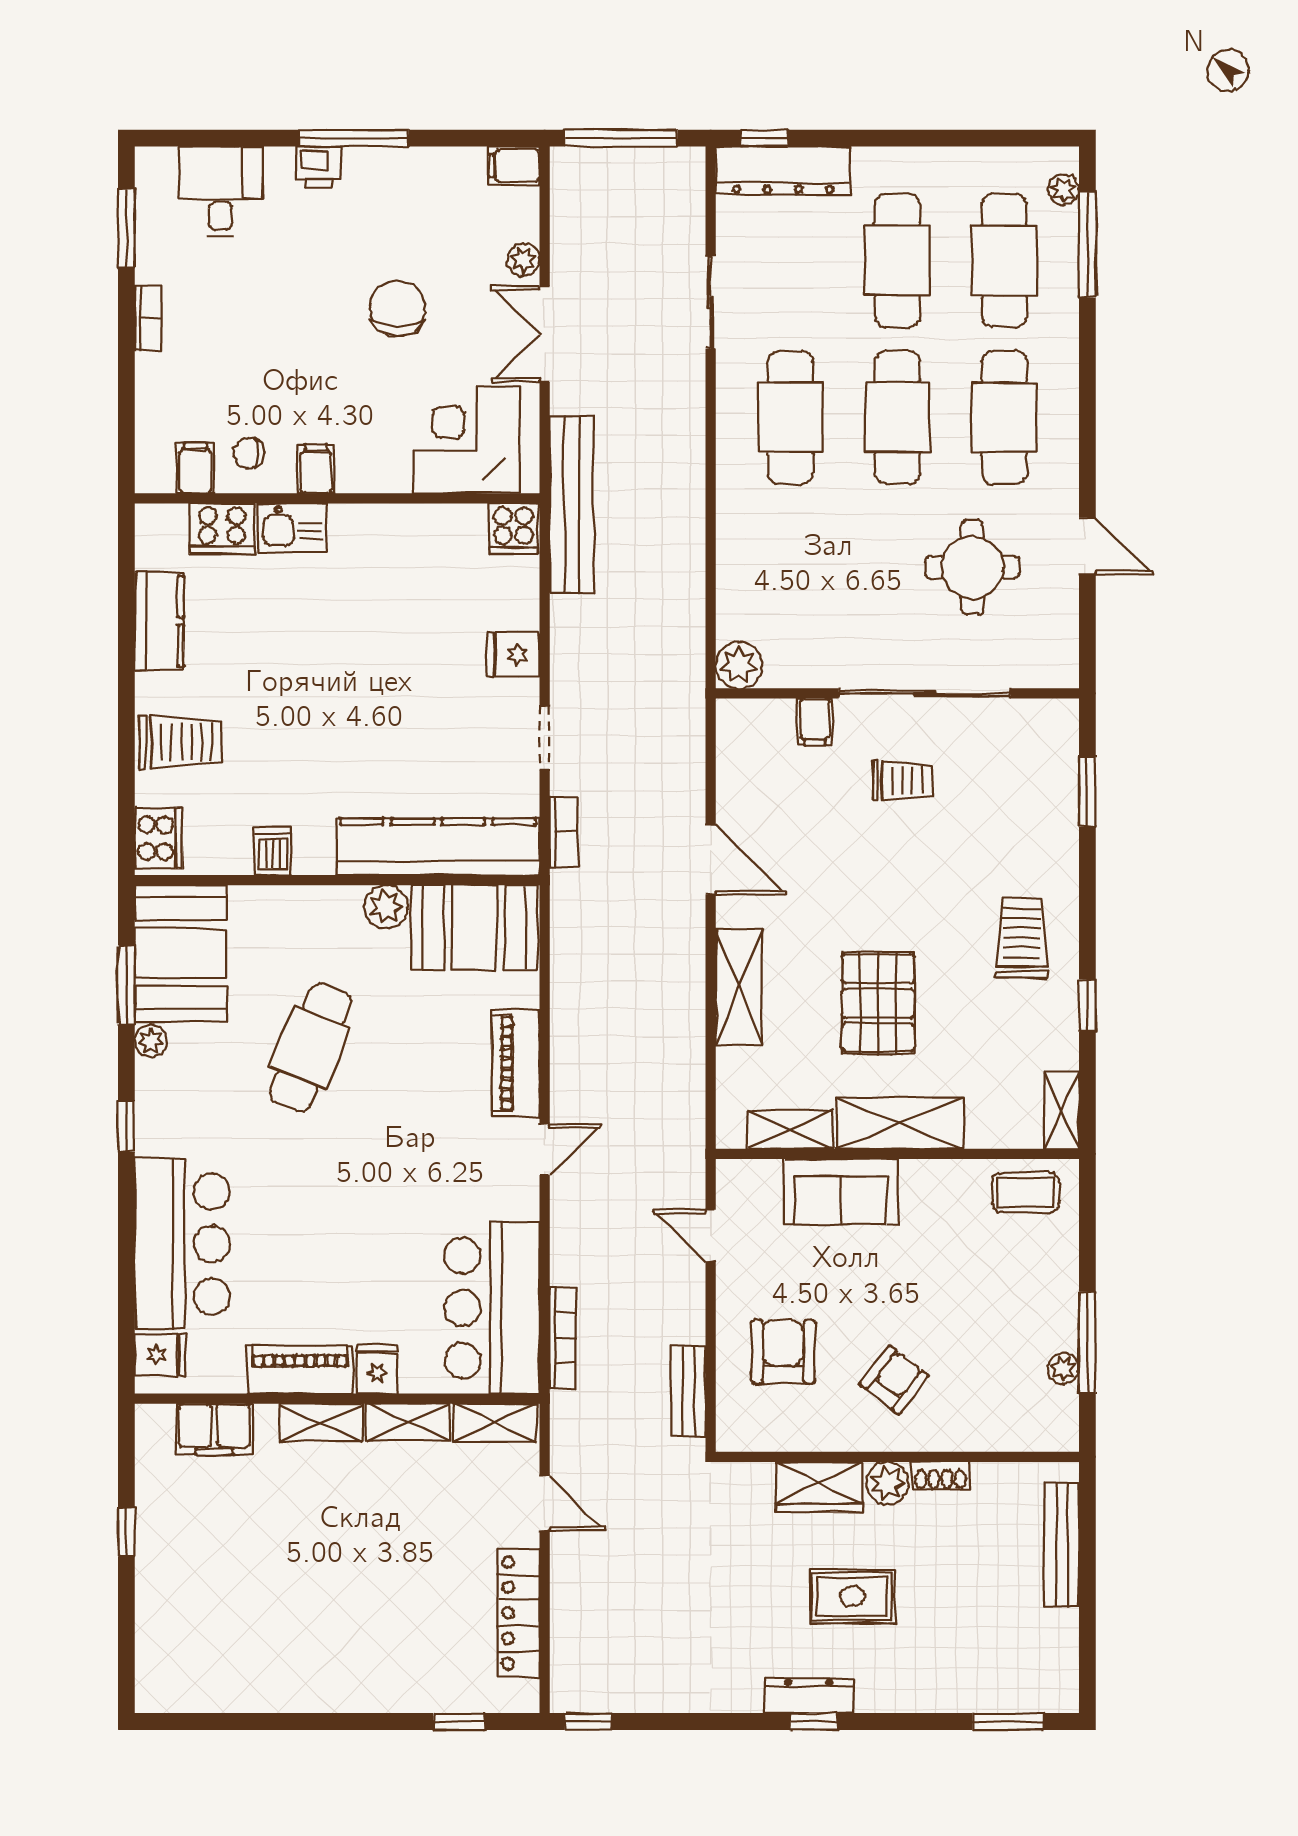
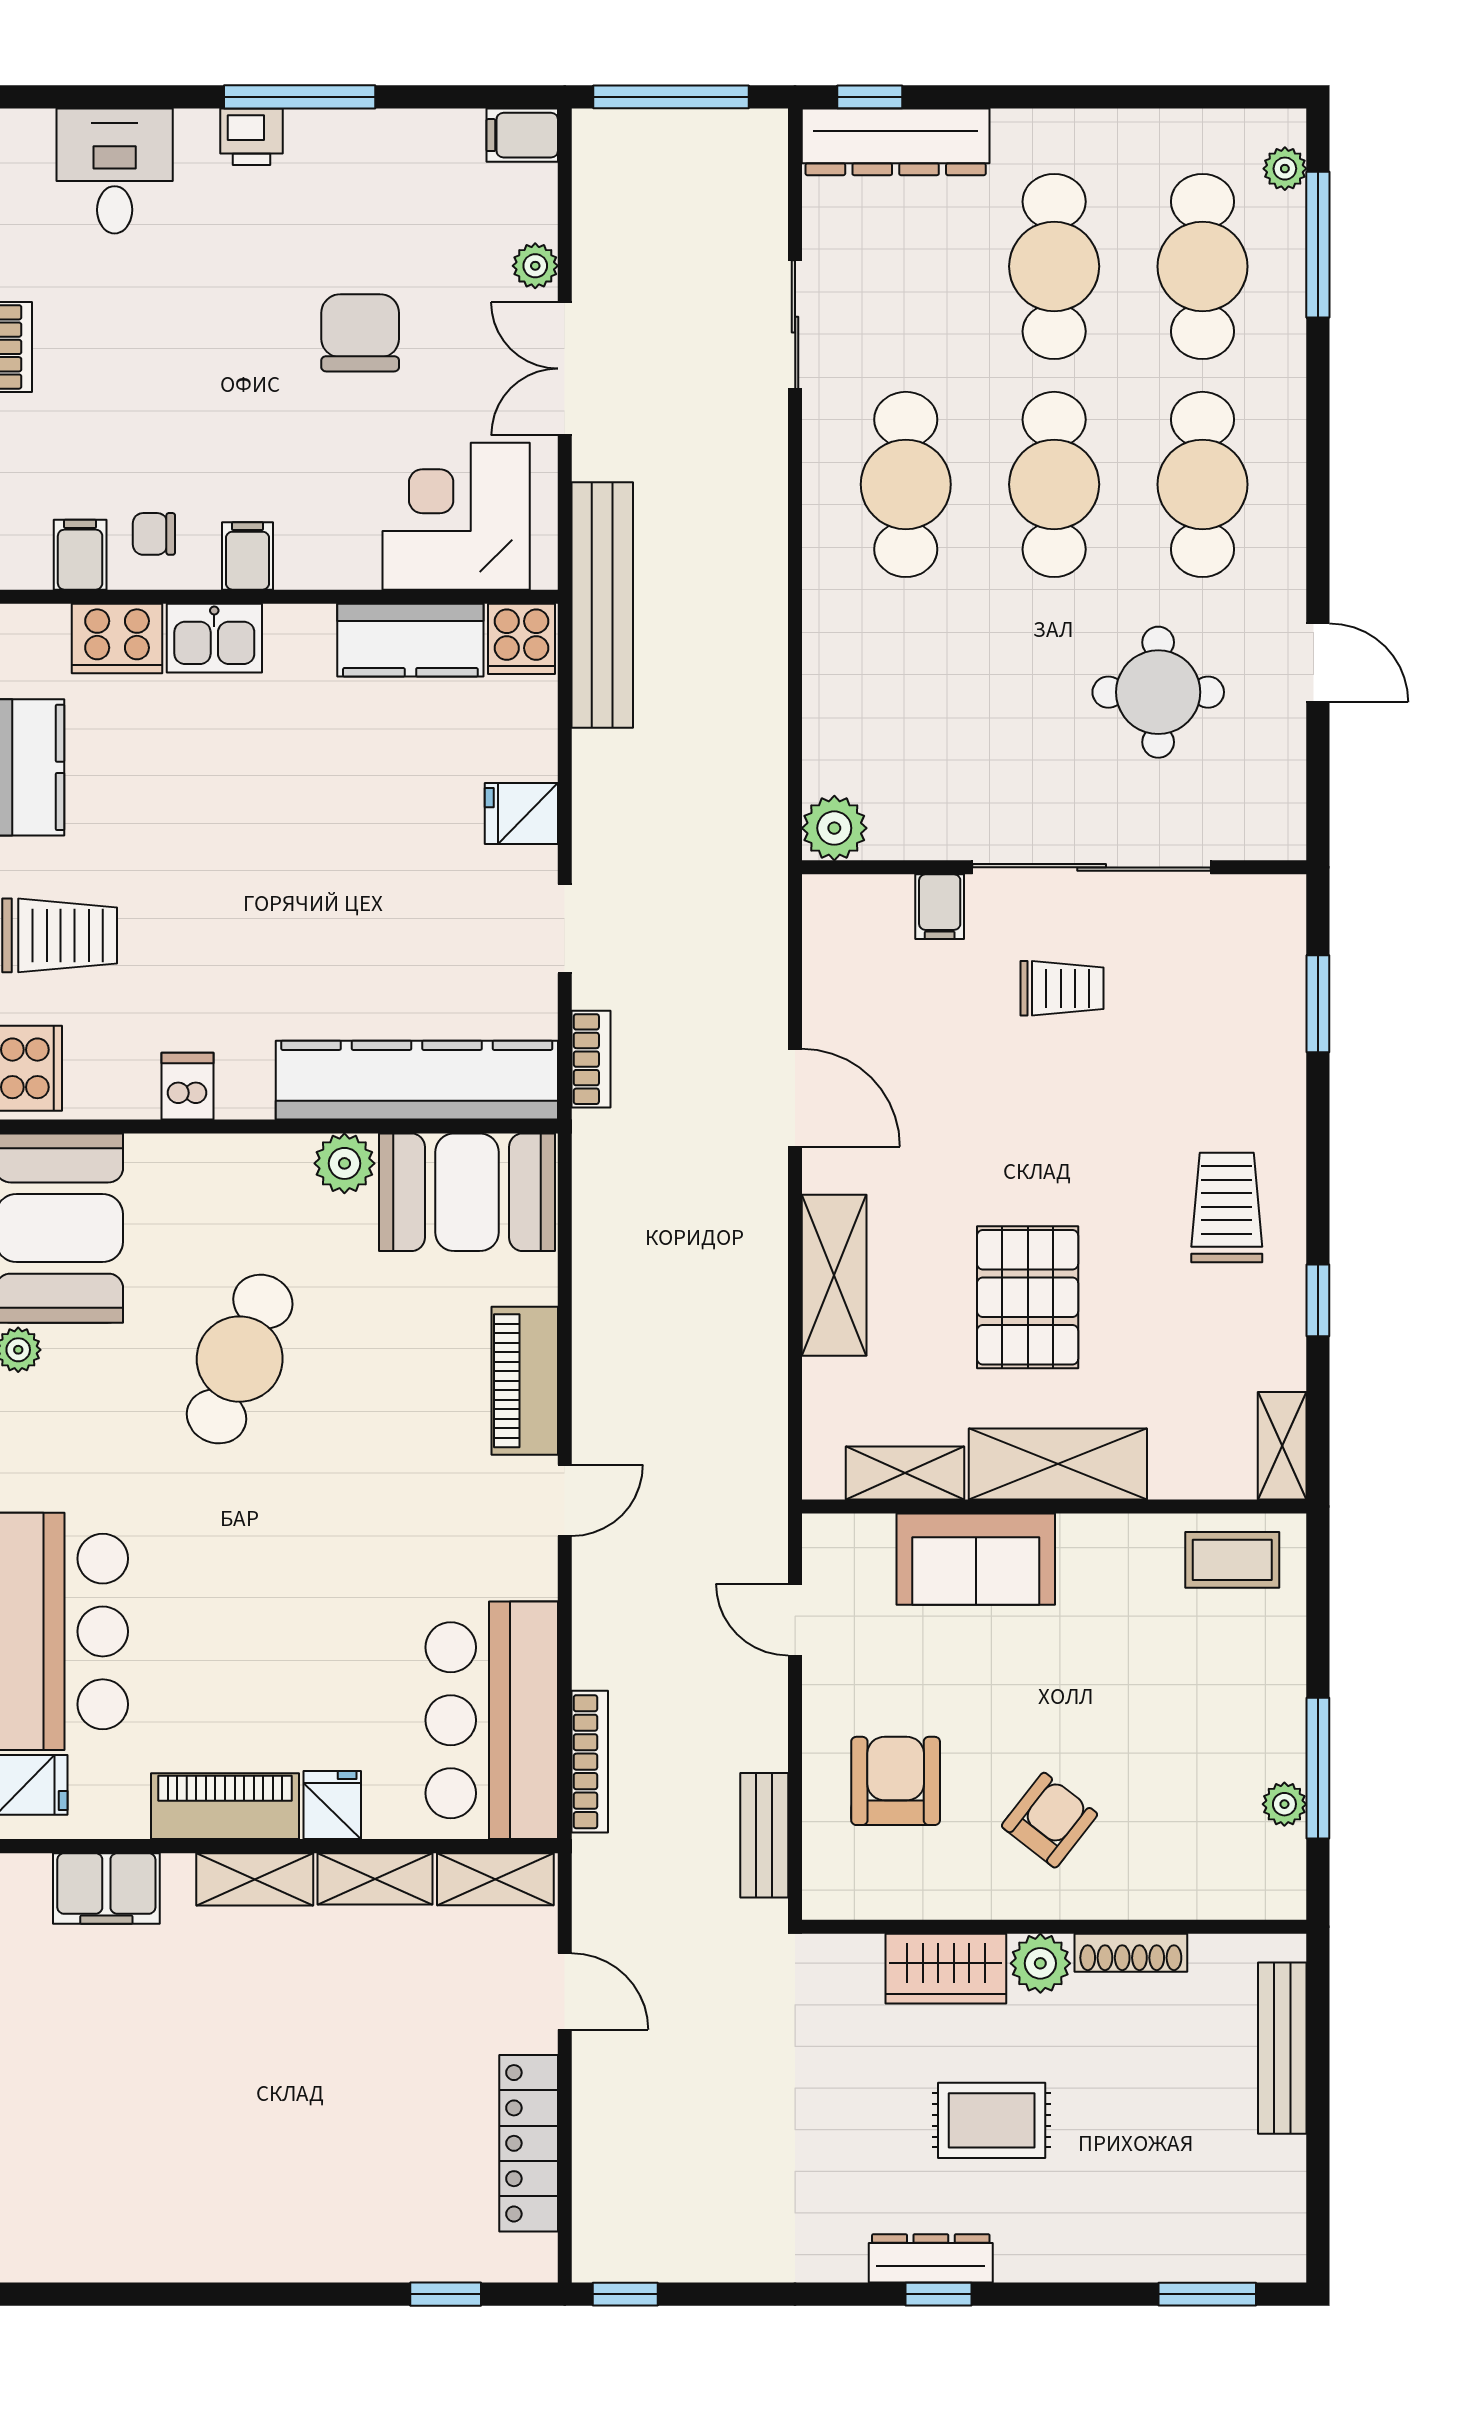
kitchen counter: (433, 530) -> (410, 640), added
shoe rack: (940, 1476) -> (1131, 1953), width x1.43

